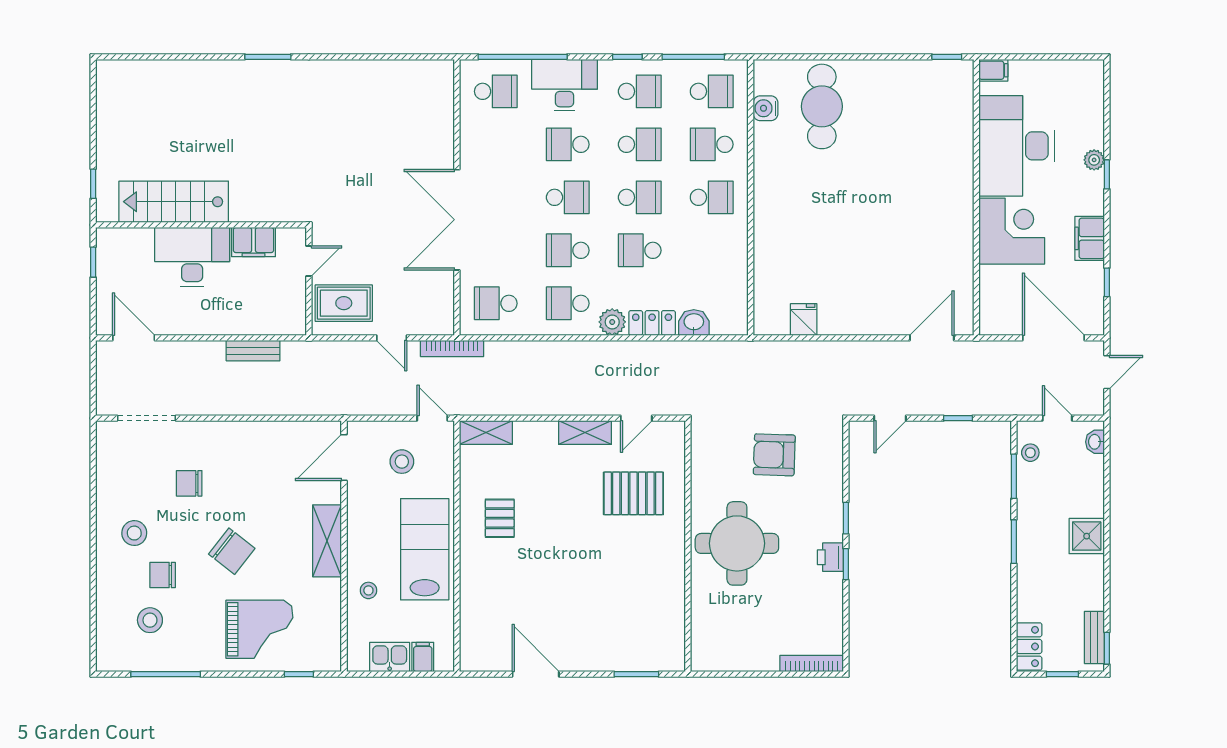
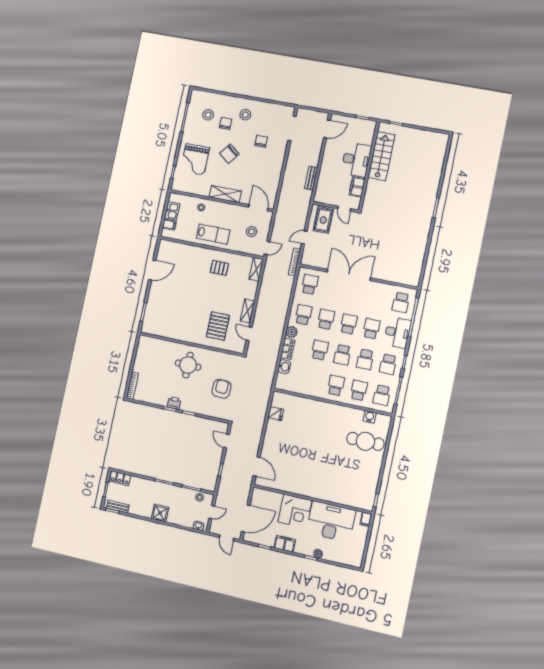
school desk: (568, 197) -> (349, 324), turned 180
school desk: (712, 197) -> (336, 385), turned 180
round table: (737, 543) -> (188, 365), width x0.73, depth x0.73
lab bench: (425, 549) -> (213, 234), width x0.73, depth x0.72

